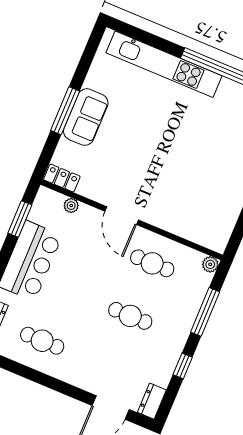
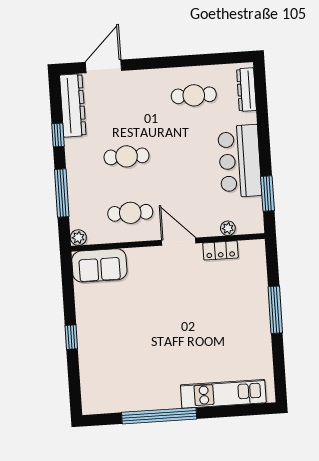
kitchen unit: (164, 64) -> (223, 394), width x0.73
sofa: (86, 117) -> (99, 265), moved, turned -90
locker: (62, 178) -> (220, 250), moved
dresser: (152, 401) -> (73, 105), width x1.96, depth x1.24

